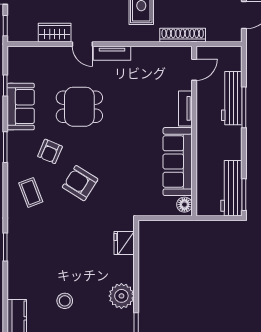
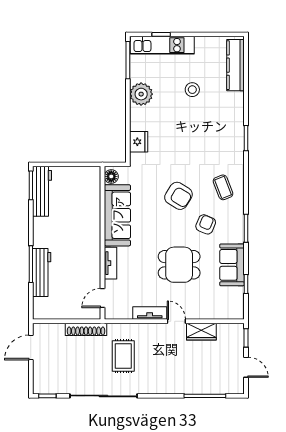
door: (194, 70) -> (103, 298), moved
tv unit: (185, 108) -> (110, 263), moved
wall: (194, 131) -> (103, 243), moved
sofa: (178, 162) -> (117, 215), moved
floor lamp: (184, 205) -> (111, 176), moved

